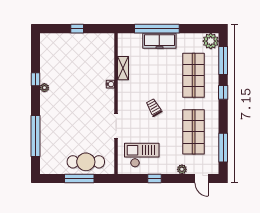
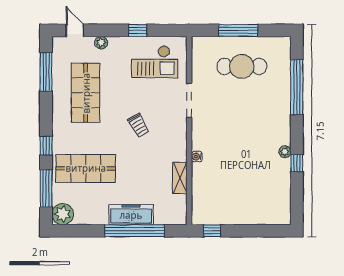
window: (77, 29) -> (212, 231), moved
shop shelf: (194, 75) -> (86, 168), turned 90
cafe table: (86, 162) -> (242, 66), moved

